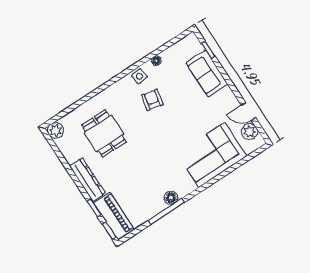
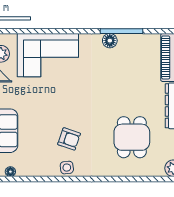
floor lamp: (156, 61) -> (10, 172), moved
armchair: (152, 100) -> (69, 139), turned -83

